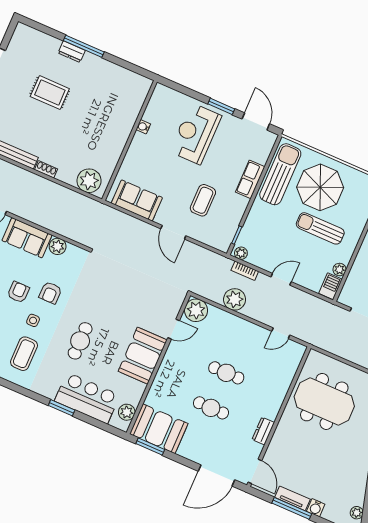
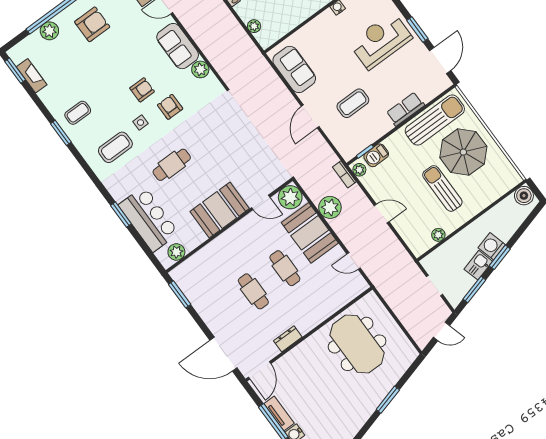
plant: (89, 181) -> (254, 26), width x0.53, depth x0.53
bookcase: (245, 271) -> (344, 174), moved
barbecue: (330, 286) -> (376, 155), moved, turned 180
armchair: (50, 293) -> (170, 107), turned 90
booth: (159, 429) -> (310, 233), moved

